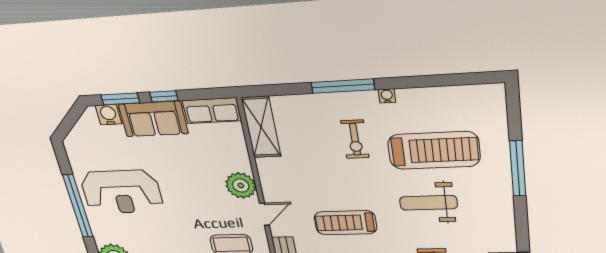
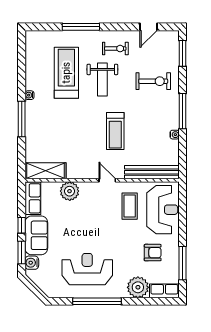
exercise bike: (355, 139) -> (115, 49), moved
plant: (241, 185) -> (70, 191), moved
reception desk: (122, 192) -> (87, 269), turned -90

